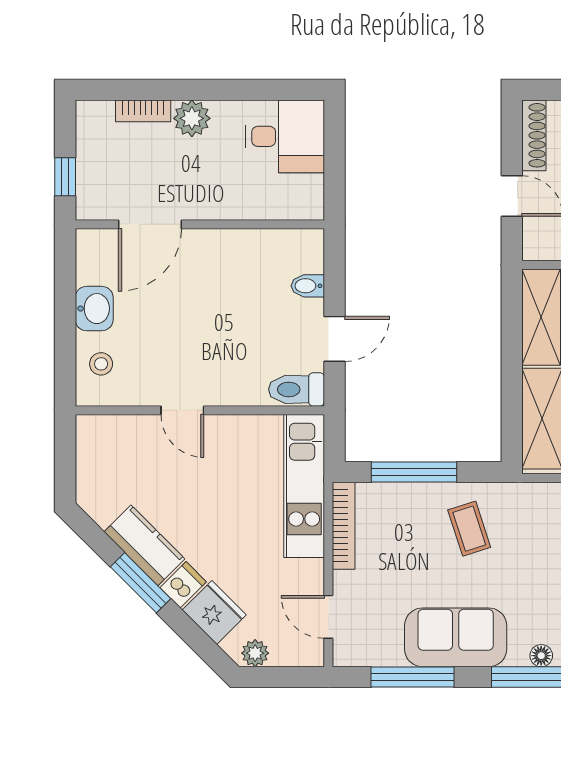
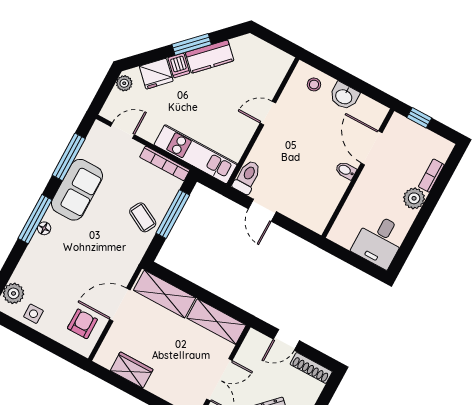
bidet: (308, 286) -> (346, 170), moved, turned -90
coffee table: (469, 529) -> (143, 217), moved, turned 46

